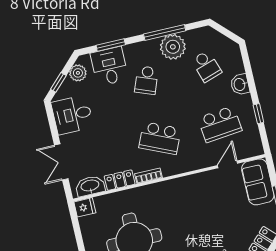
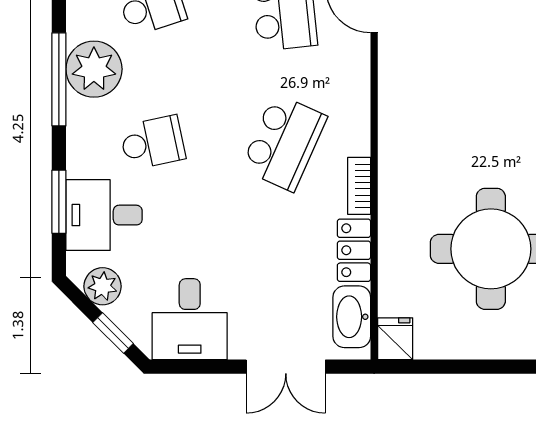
school desk: (146, 80) -> (153, 143), turned -33

